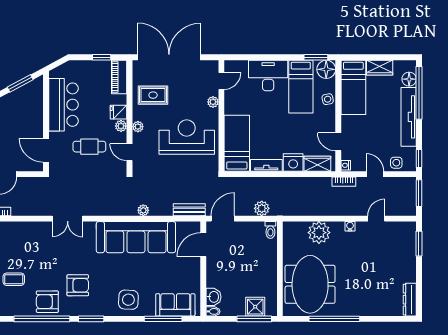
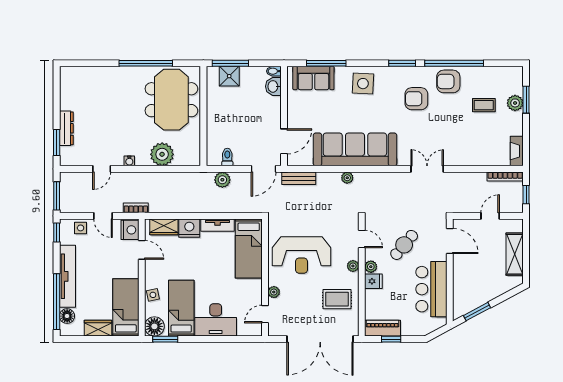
piano: (119, 77) -> (383, 328), moved, turned -90
cafe table: (89, 147) -> (404, 245), turned -50
nightstand: (346, 165) -> (130, 230), width x1.89, depth x1.79
toilet: (270, 230) -> (227, 157), moved
dresser: (410, 300) -> (66, 128), moved
armchair: (47, 302) -> (448, 81), turned 180

